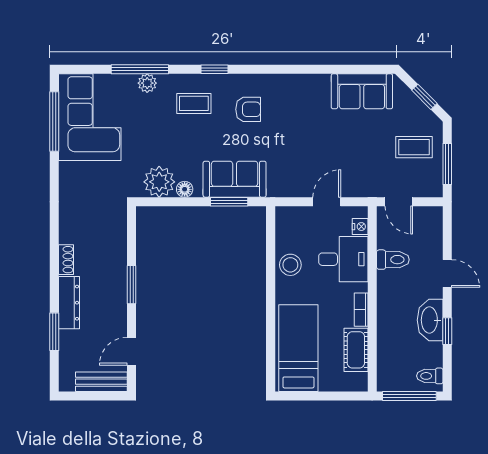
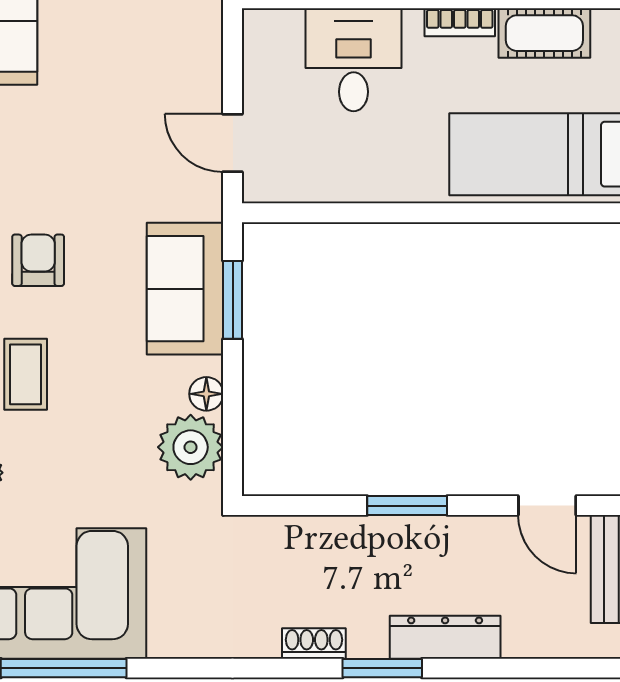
door: (327, 202) -> (233, 143), moved
nightstand: (360, 227) -> (285, 24), removed
shoe rack: (66, 260) -> (314, 643), moved
stool: (290, 265) -> (365, 171), removed
window: (54, 332) -> (382, 668), moved

